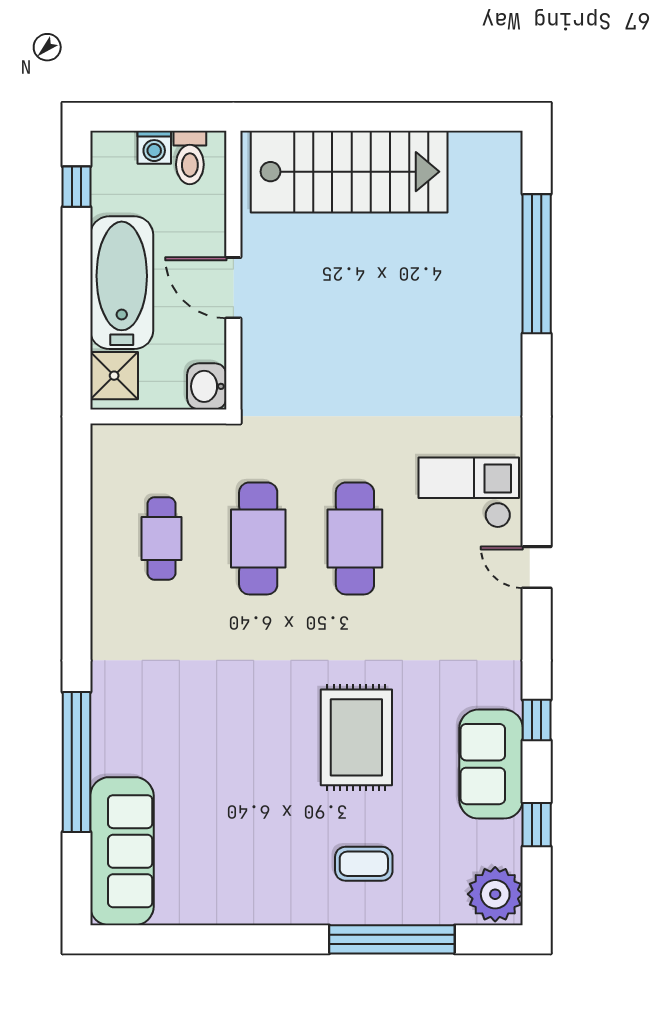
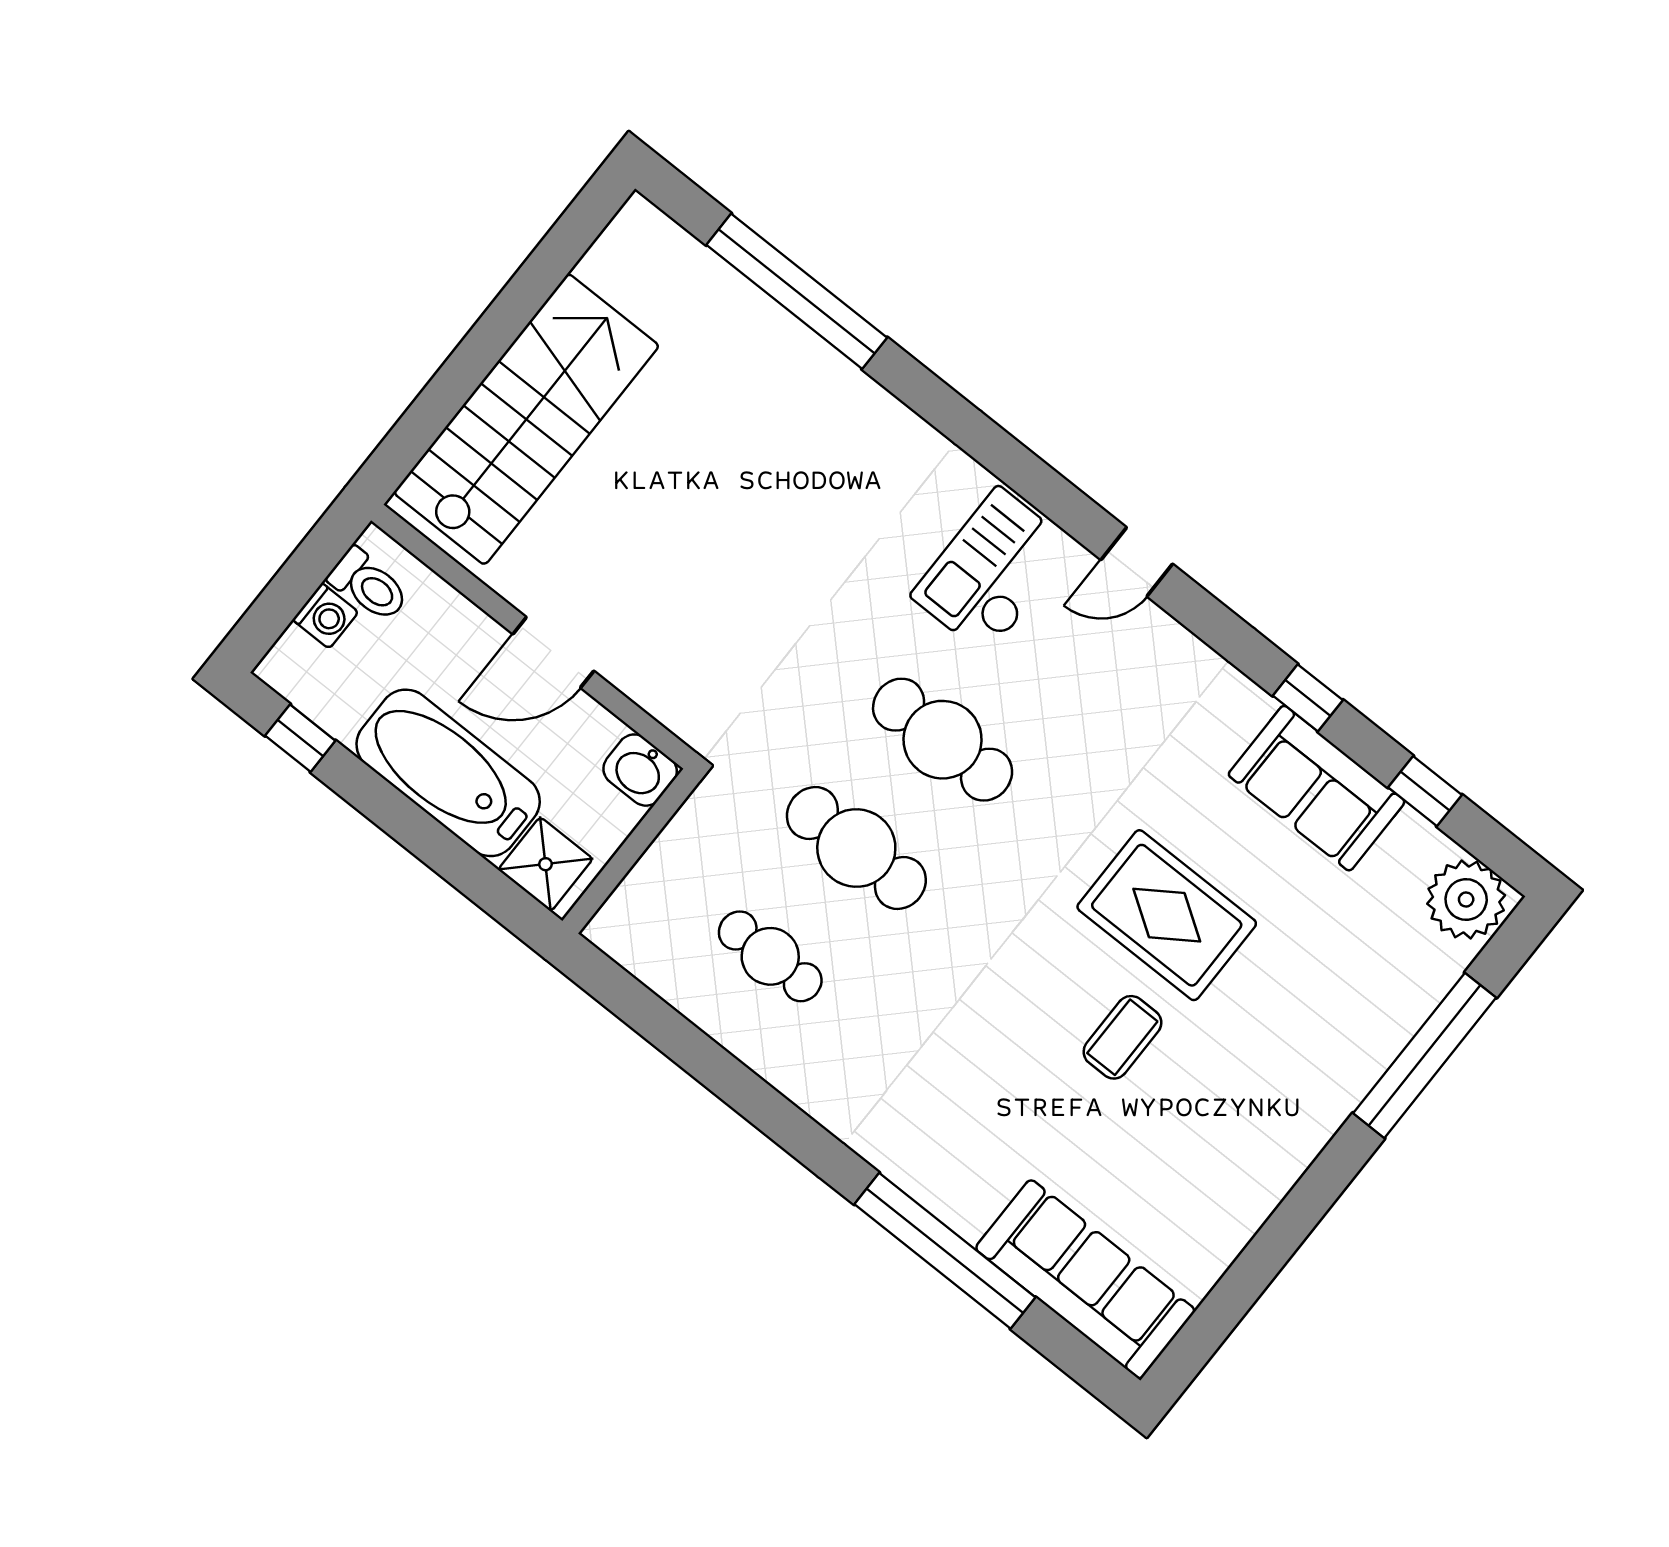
coffee table: (364, 864) -> (1122, 1037), moved

